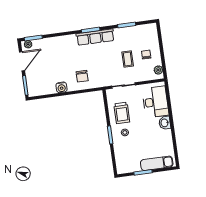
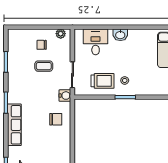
row of seats: (95, 37) -> (14, 125), moved
water cooler: (62, 87) -> (65, 96), moved
desk: (155, 102) -> (96, 42), width x0.73

